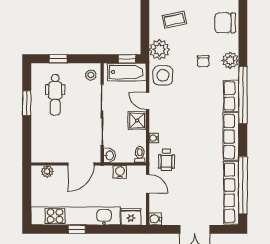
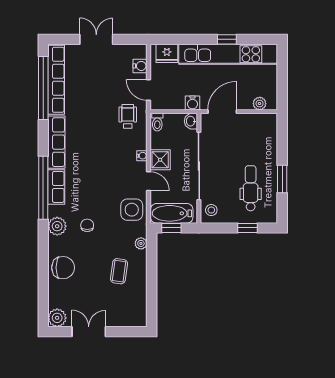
coffee table: (174, 20) -> (119, 271), turned -70
plant: (159, 50) -> (141, 243), width x0.53, depth x0.53
water cooler: (154, 138) -> (142, 156), moved
water cooler: (120, 172) -> (192, 103), moved
water cooler: (155, 219) -> (140, 66), moved

